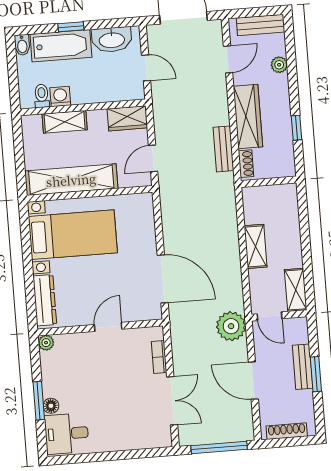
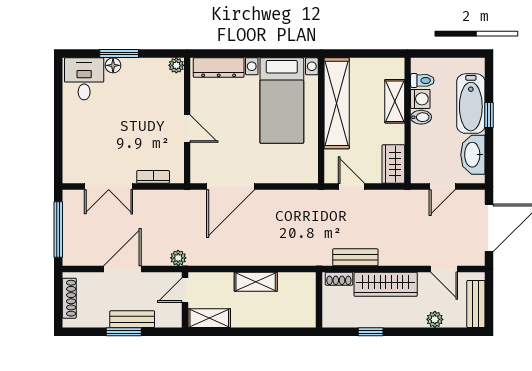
bidet: (22, 45) -> (421, 117), moved, turned 180
plant: (231, 326) -> (178, 258), width x0.53, depth x0.53

